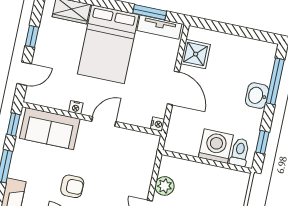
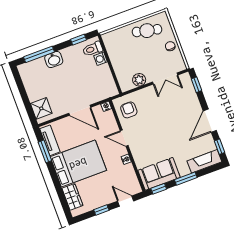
shower: (196, 54) -> (41, 108), moved
door: (173, 88) -> (80, 110), swing flipped
sofa: (50, 129) -> (159, 174), moved, turned -90
washing machine: (216, 146) -> (101, 59), width x0.53, depth x0.53
armchair: (72, 186) -> (129, 110), moved

